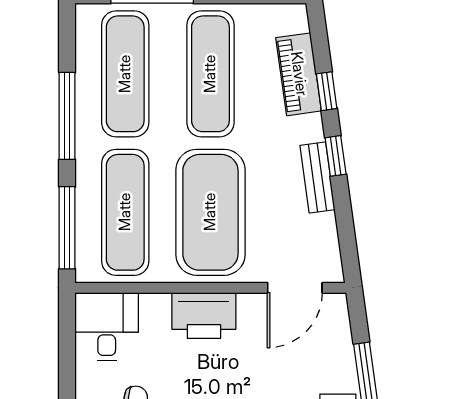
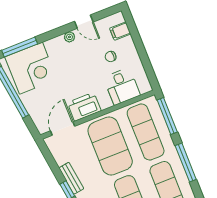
printer: (204, 315) -> (84, 107), moved
desk: (107, 327) -> (122, 86), moved

